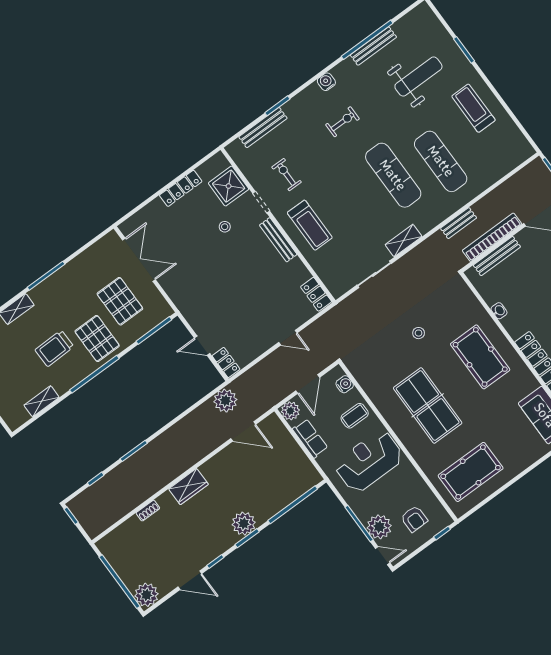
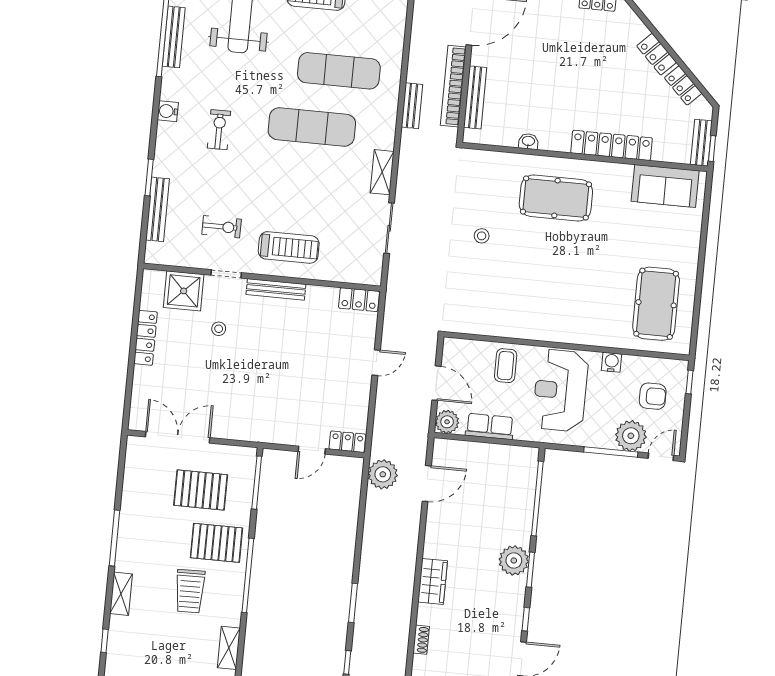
exercise bike: (287, 175) -> (222, 227), turned 180
water cooler: (345, 384) -> (612, 362), moved
table tennis table: (428, 406) -> (557, 288), removed

